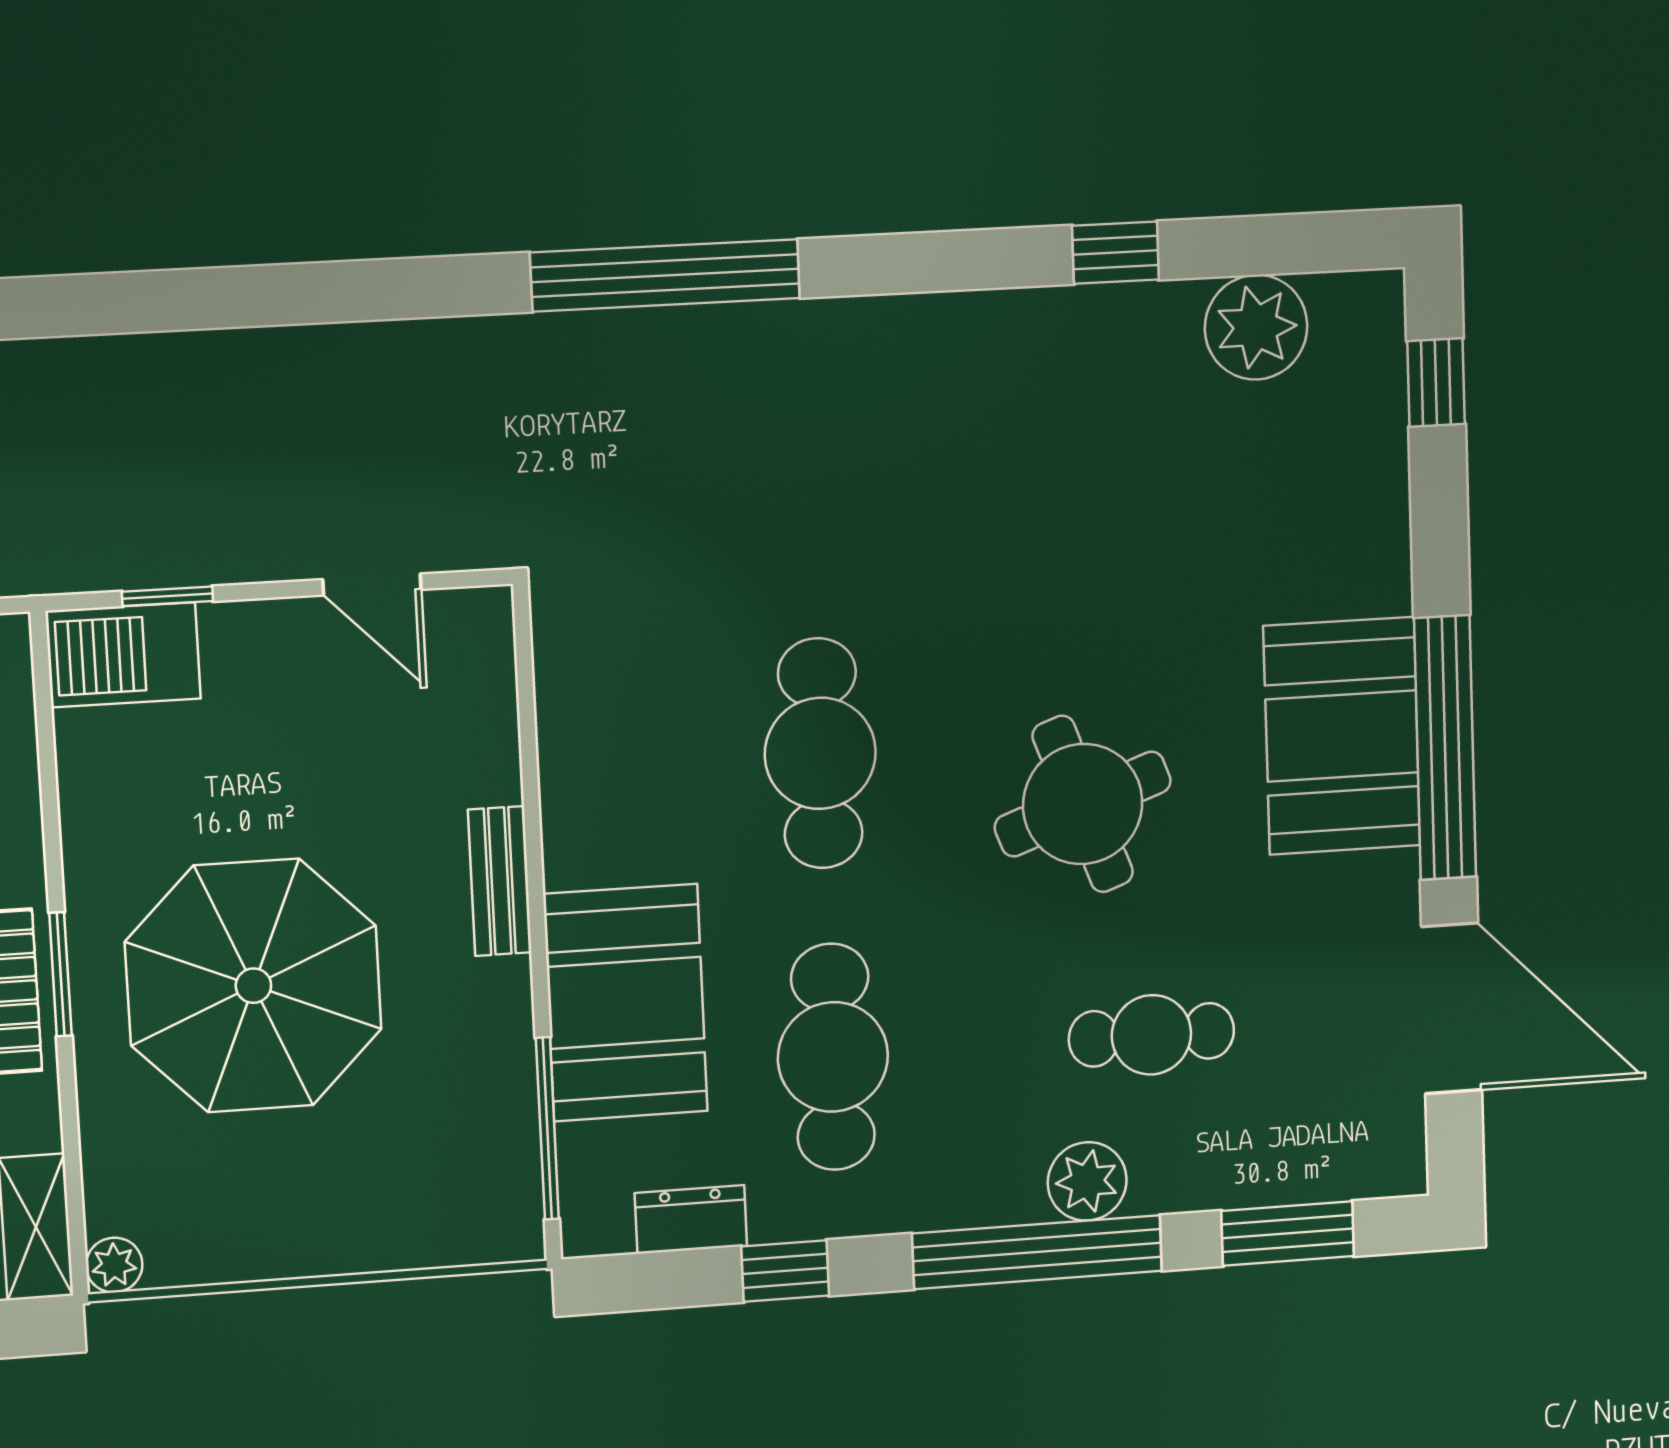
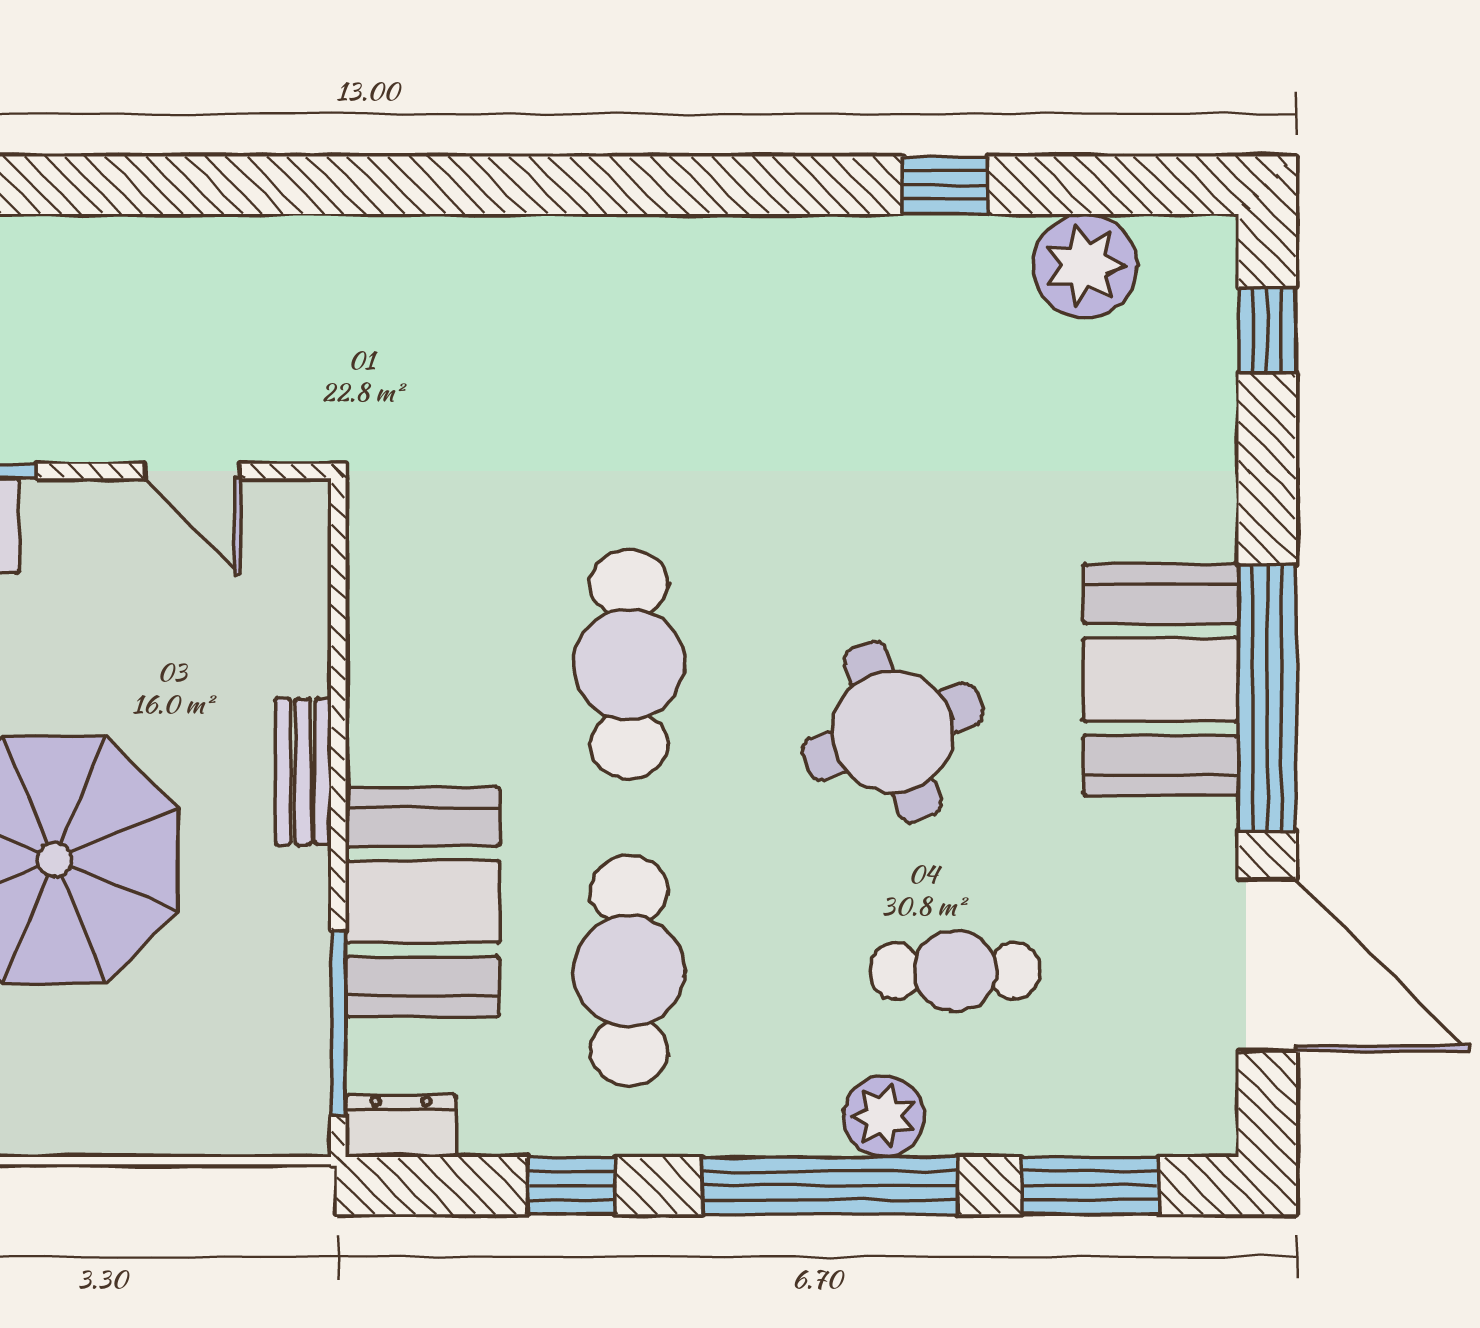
window: (665, 275) -> (495, 185), removed
dresser: (691, 1219) -> (401, 1126), moved

